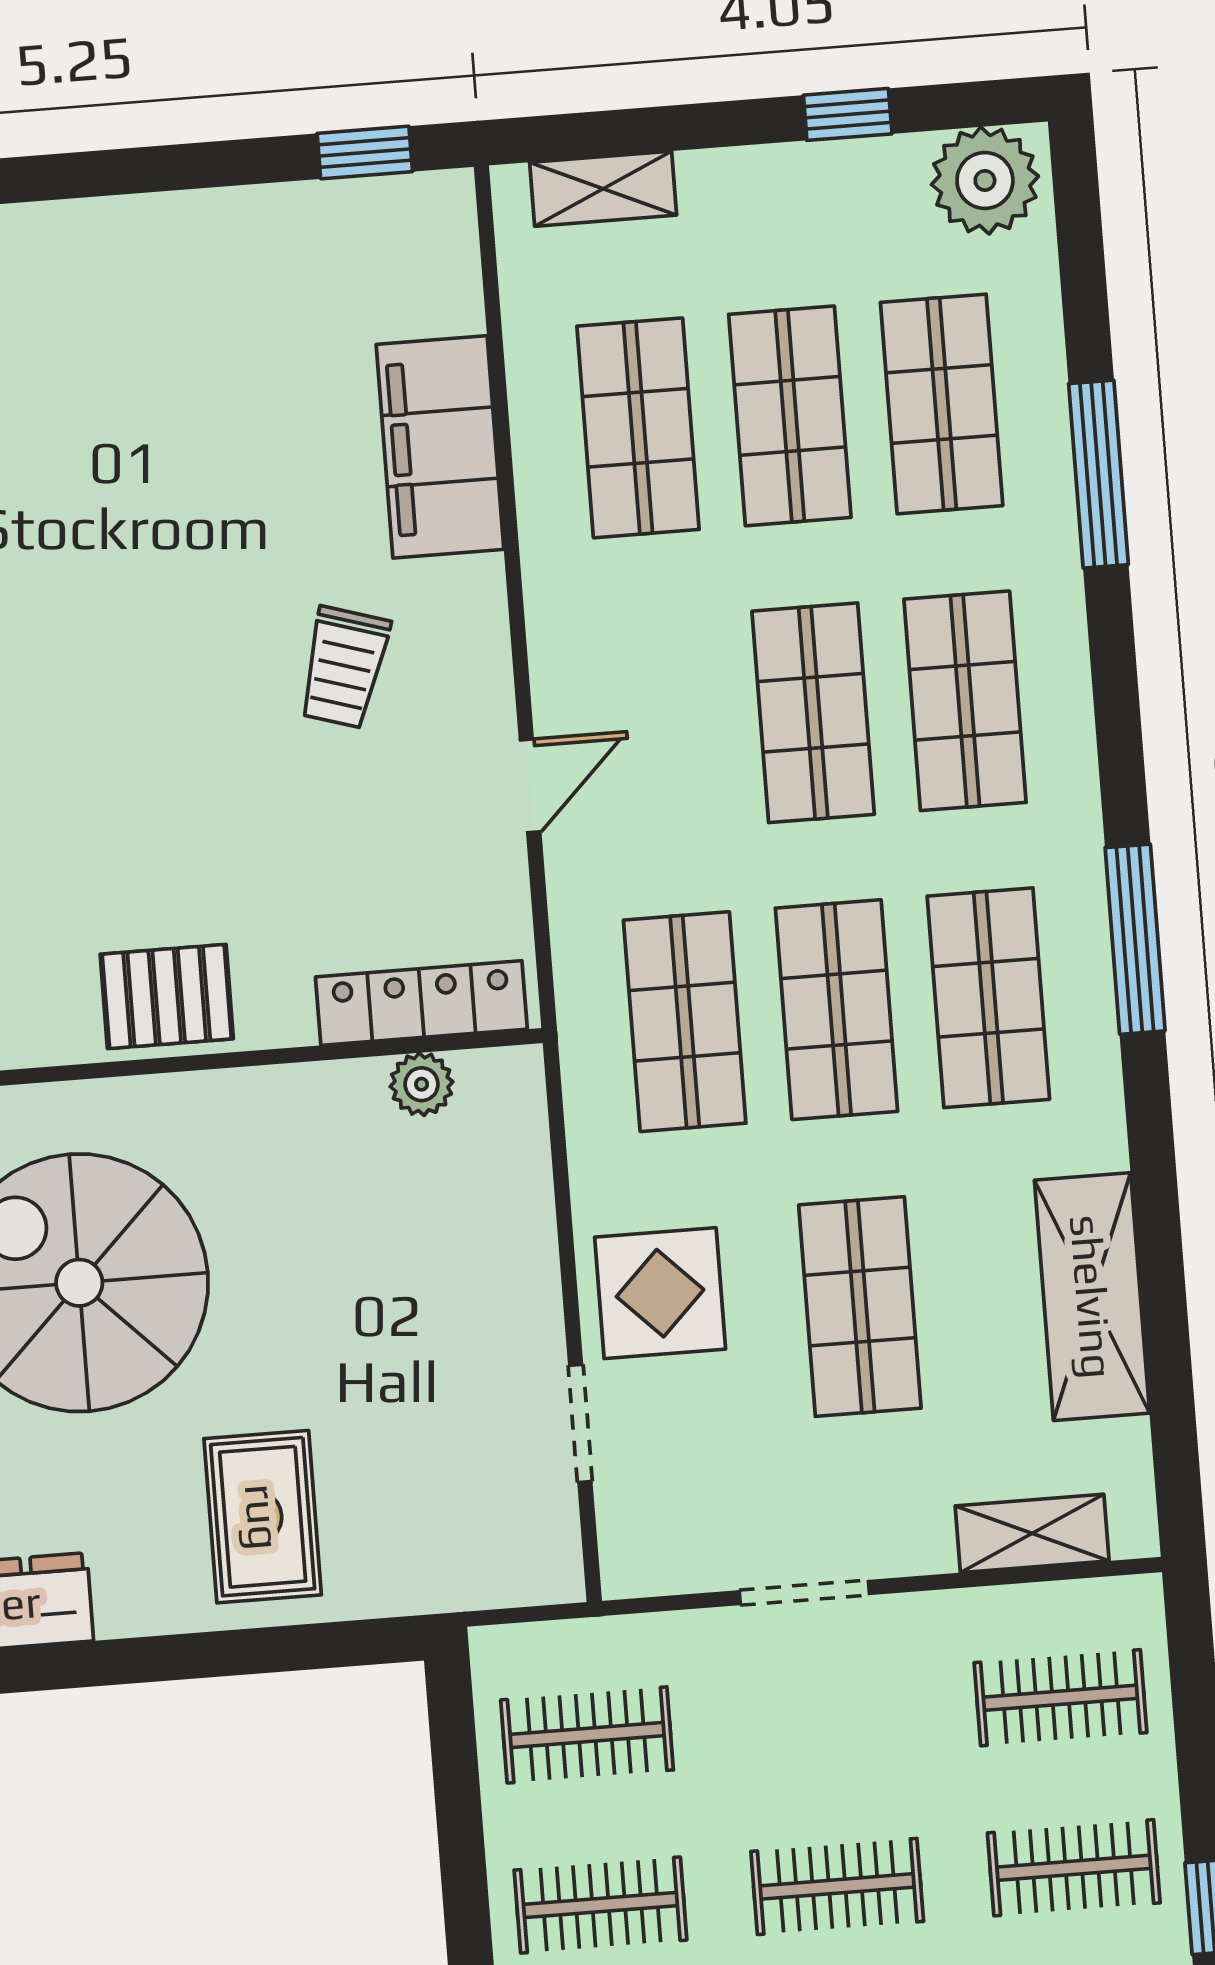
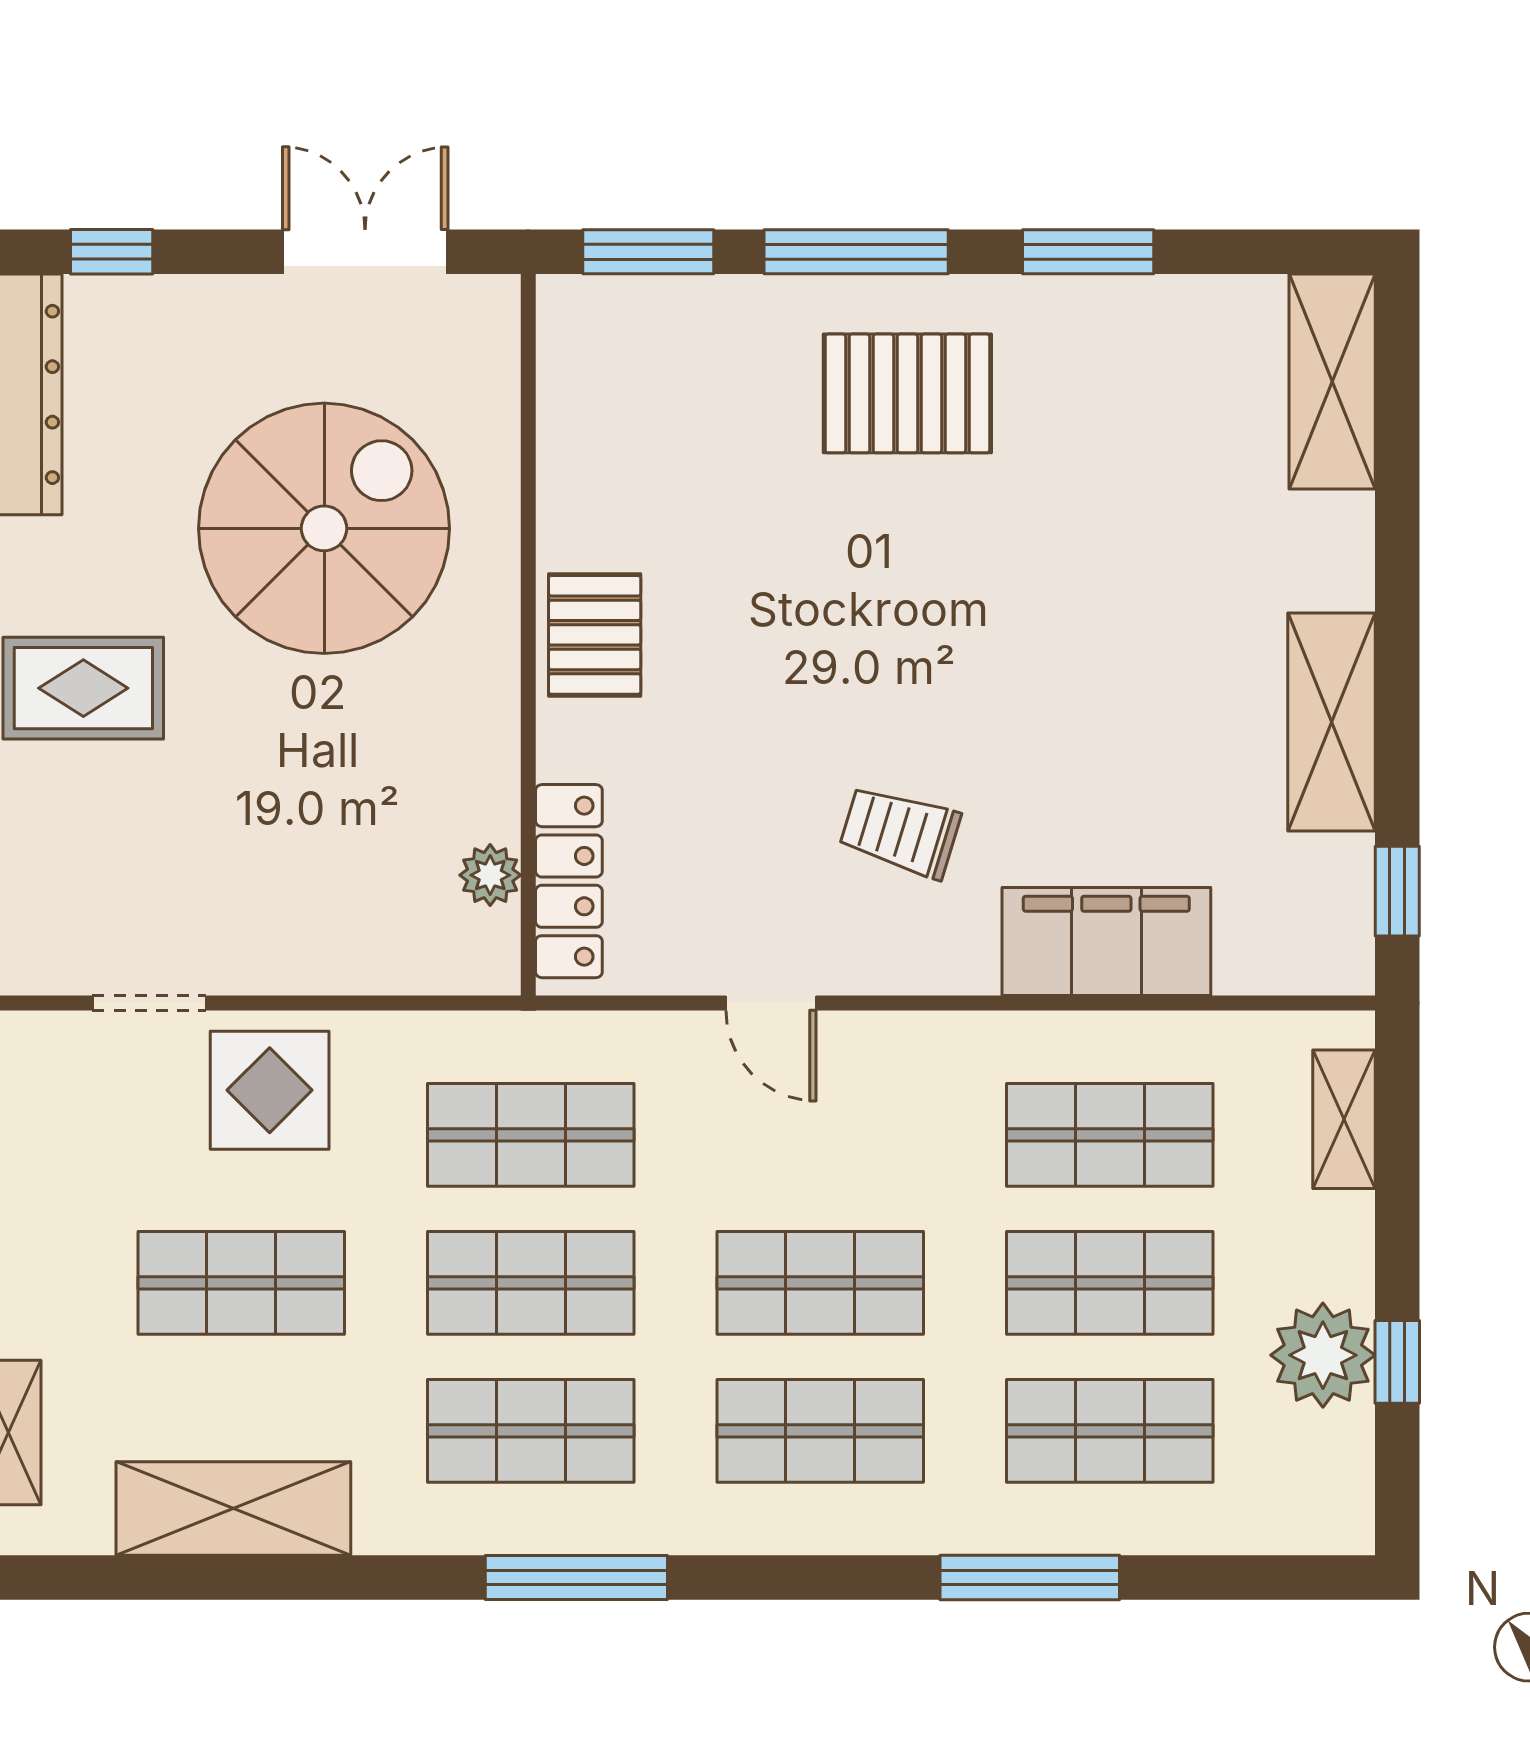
plant: (985, 180) -> (1323, 1355), moved
shelving: (197, 234) -> (1332, 722), added

